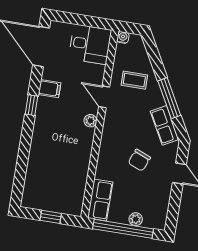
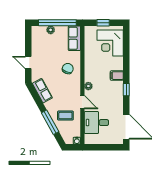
desk: (90, 44) -> (96, 123), moved
filing cabinet: (50, 89) -> (117, 76), moved
window: (169, 98) -> (50, 122), moved
chair: (139, 160) -> (68, 69), moved
corner desk: (45, 183) -> (110, 43), added

